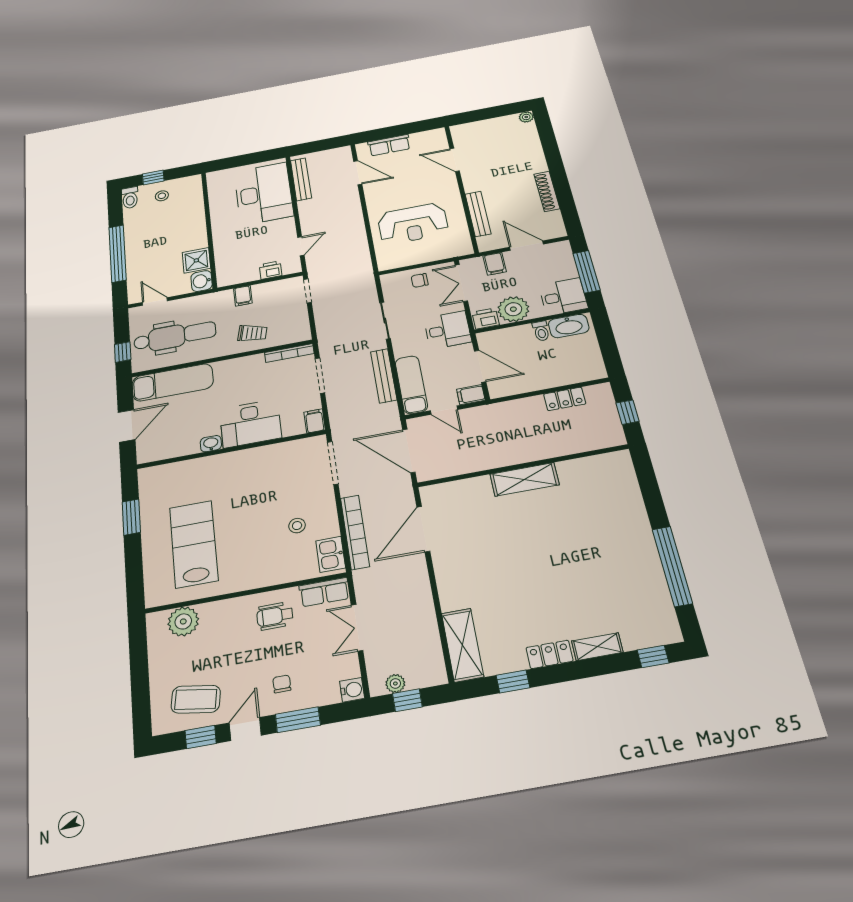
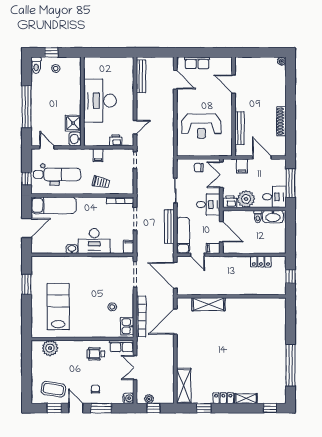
desk: (264, 193) -> (100, 101), moved, turned 180
shelving: (525, 479) -> (209, 304), moved
door: (245, 729) -> (76, 408), hinge flipped

